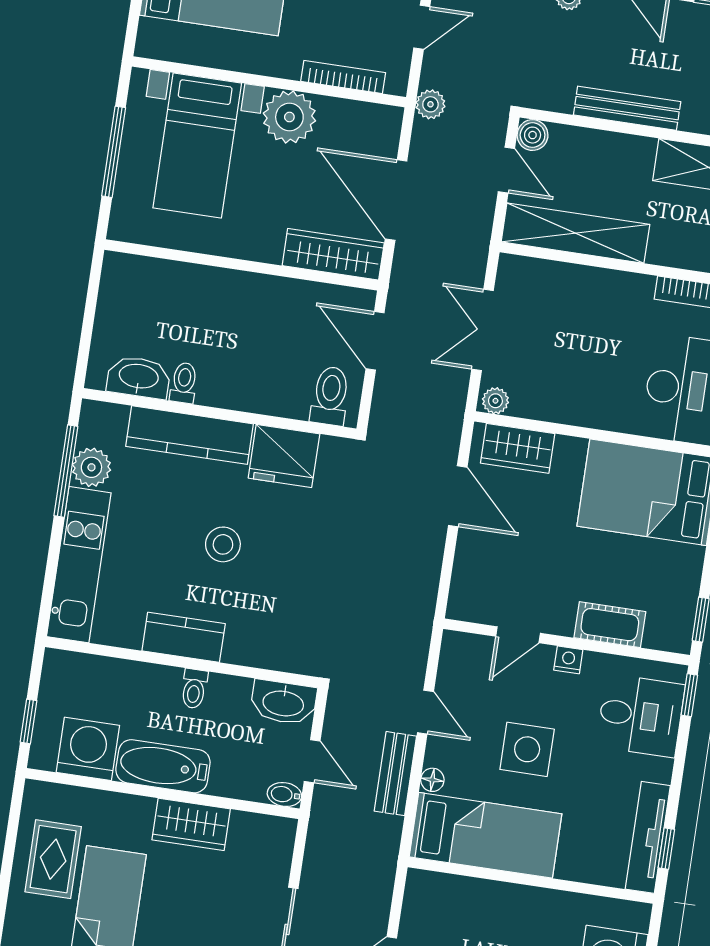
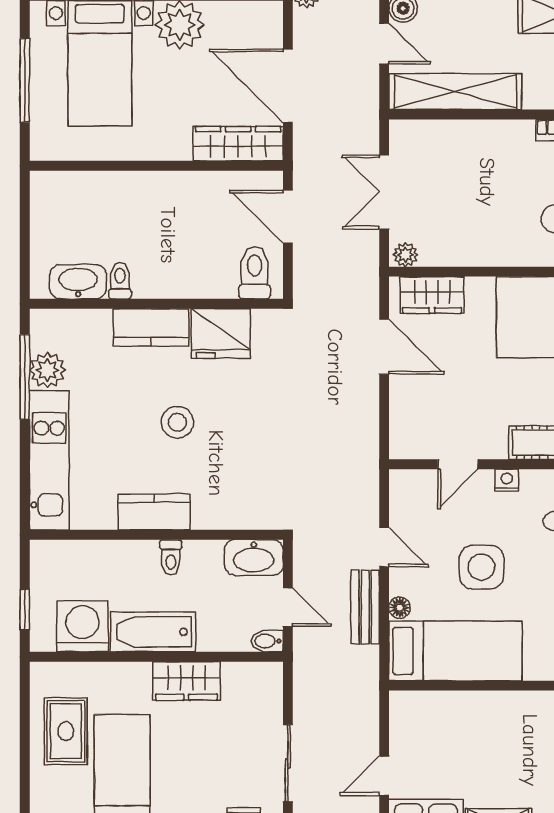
kitchen counter: (189, 435) -> (151, 327), width x0.67

